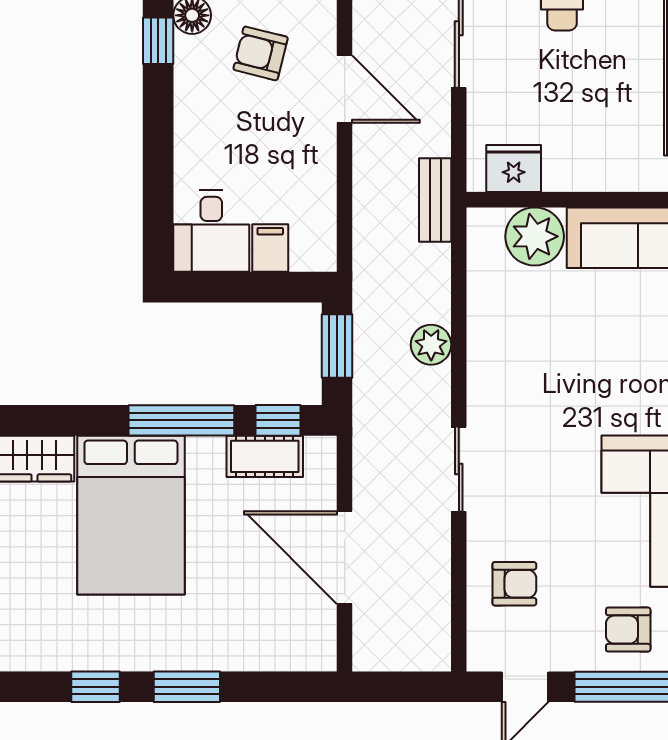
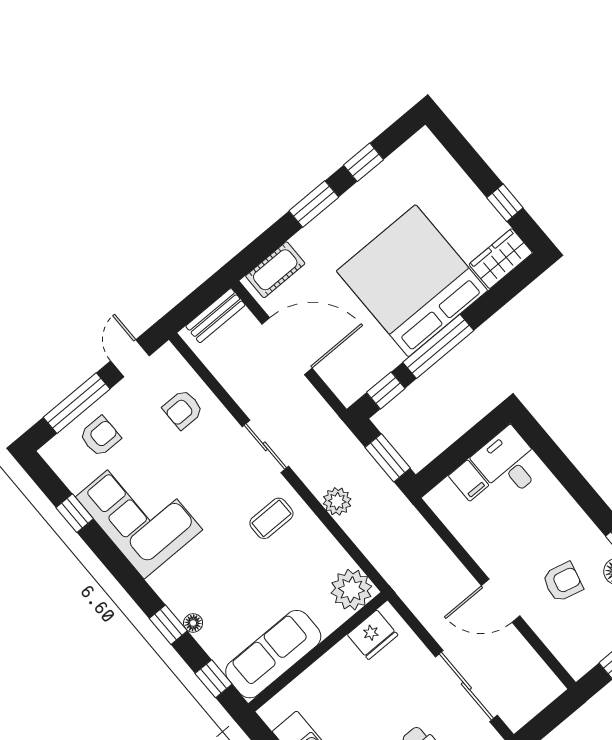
bench: (435, 200) -> (215, 316), moved, turned 90
plant: (535, 236) -> (351, 590), moved
coffee table: (517, 386) -> (271, 518), added
cot: (265, 456) -> (275, 270), moved
bed: (131, 515) -> (412, 281), width x1.36

